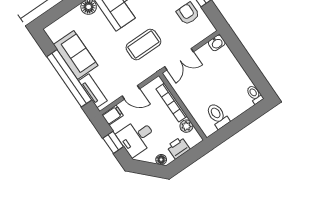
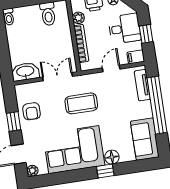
washbasin: (217, 43) -> (25, 72), width x1.91, depth x1.45
sofa: (76, 55) -> (145, 139), moved
door: (131, 92) -> (111, 68), hinge flipped

